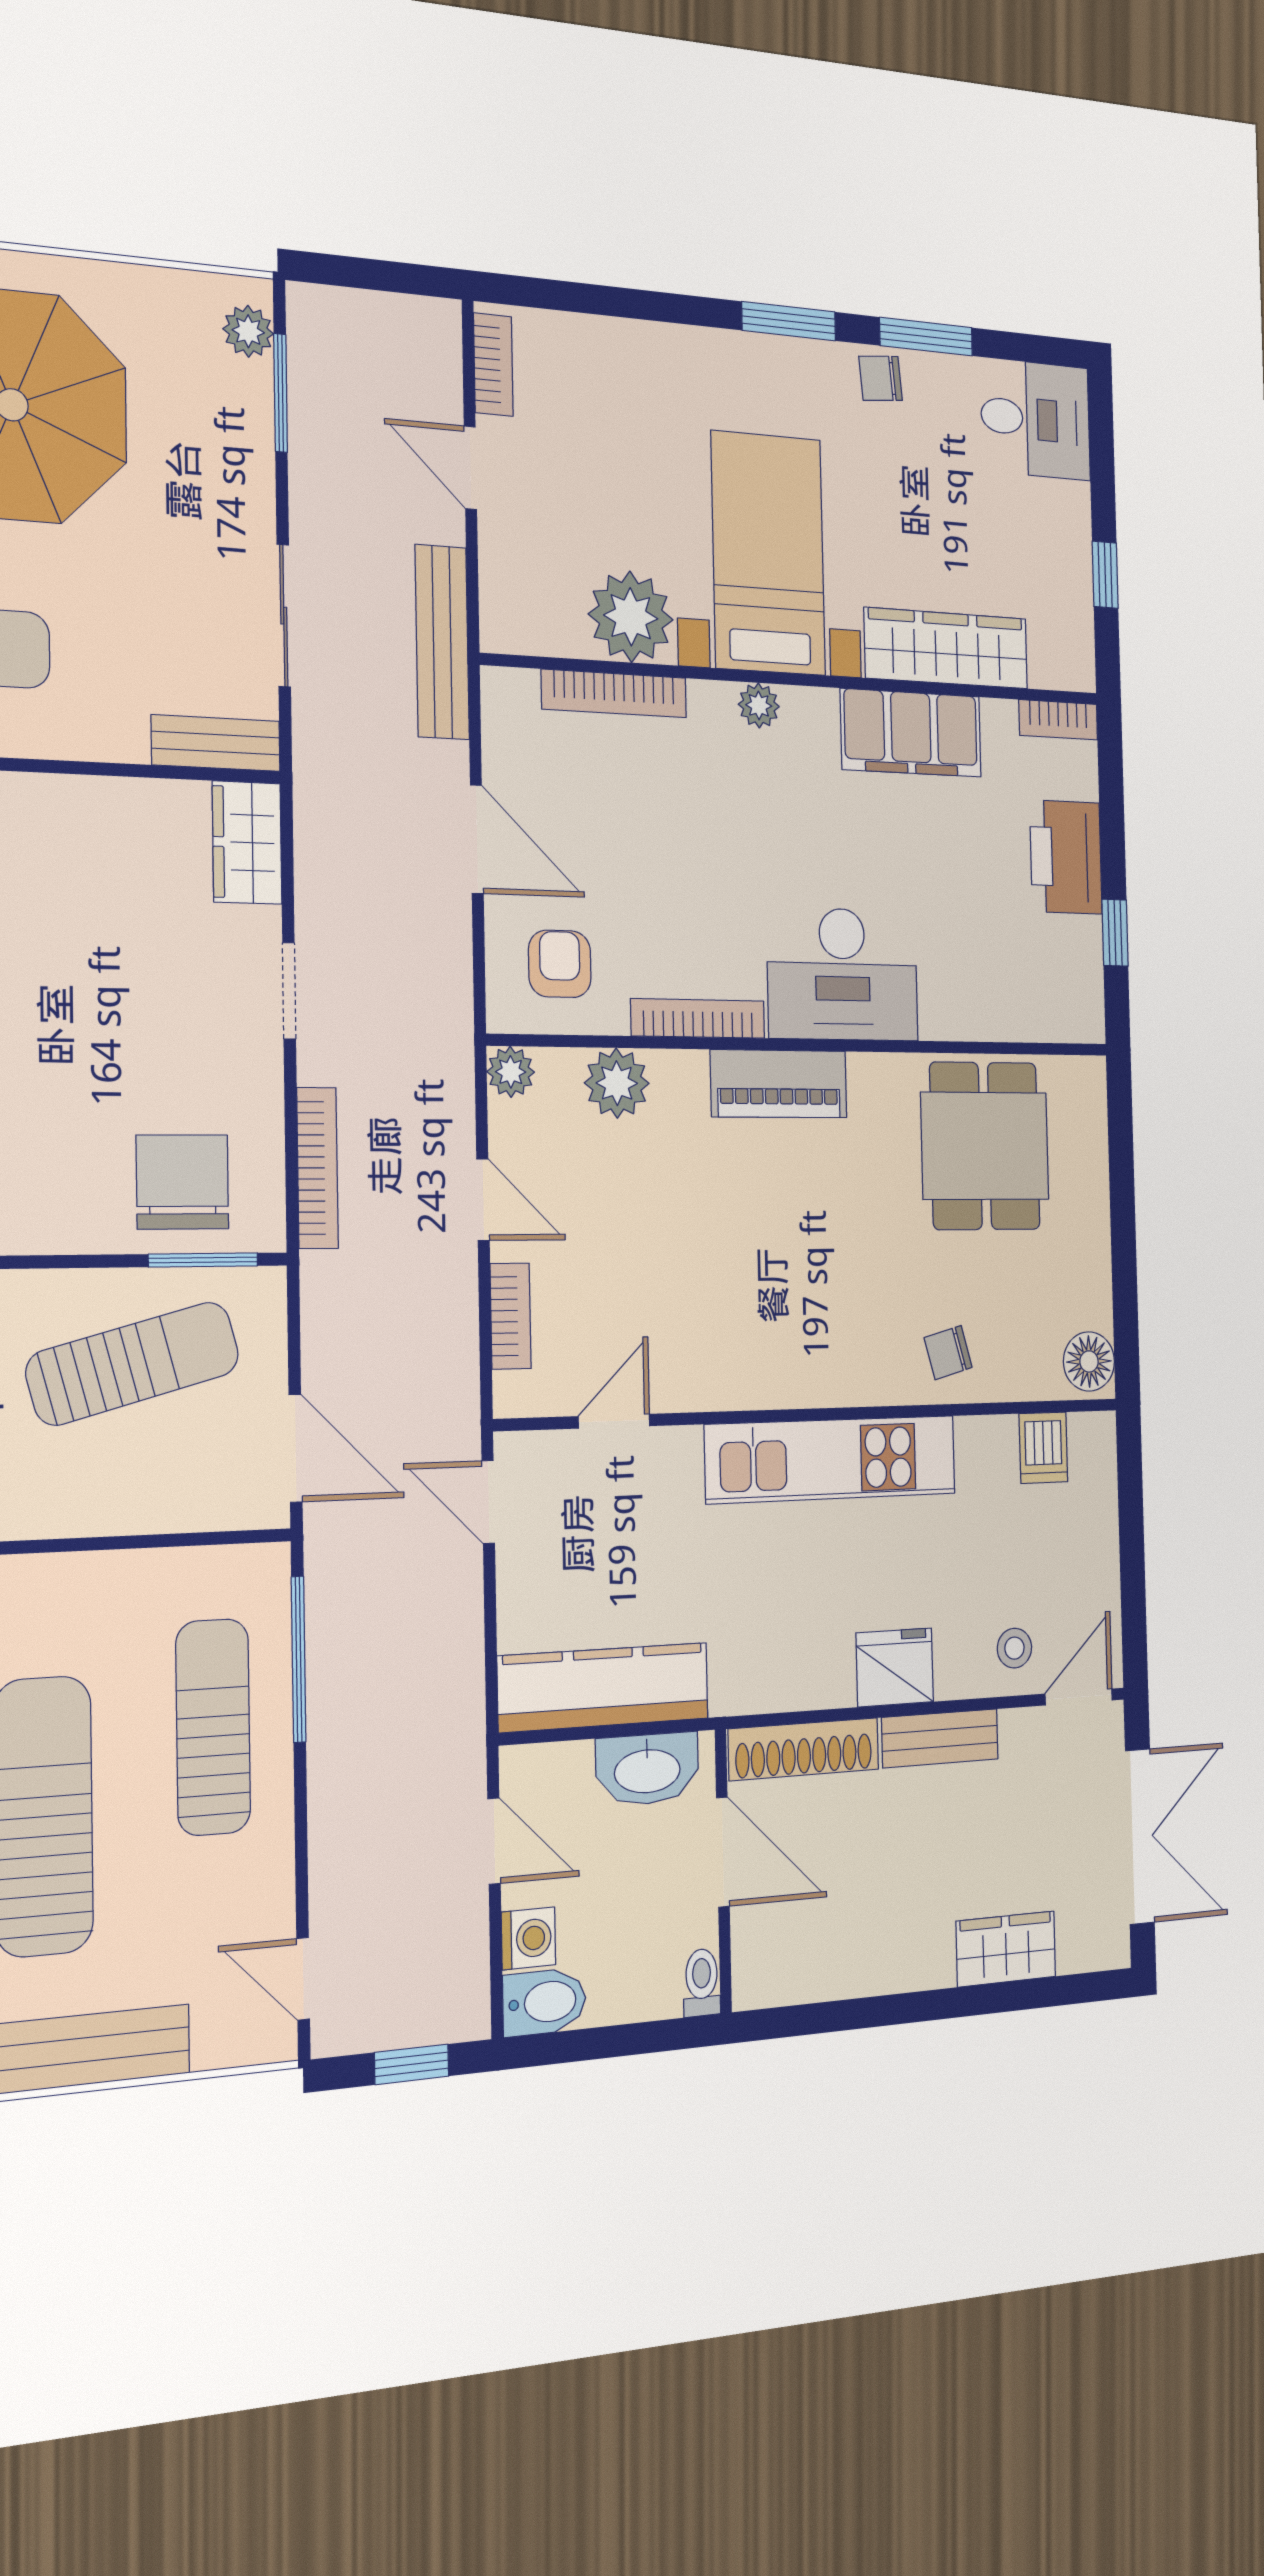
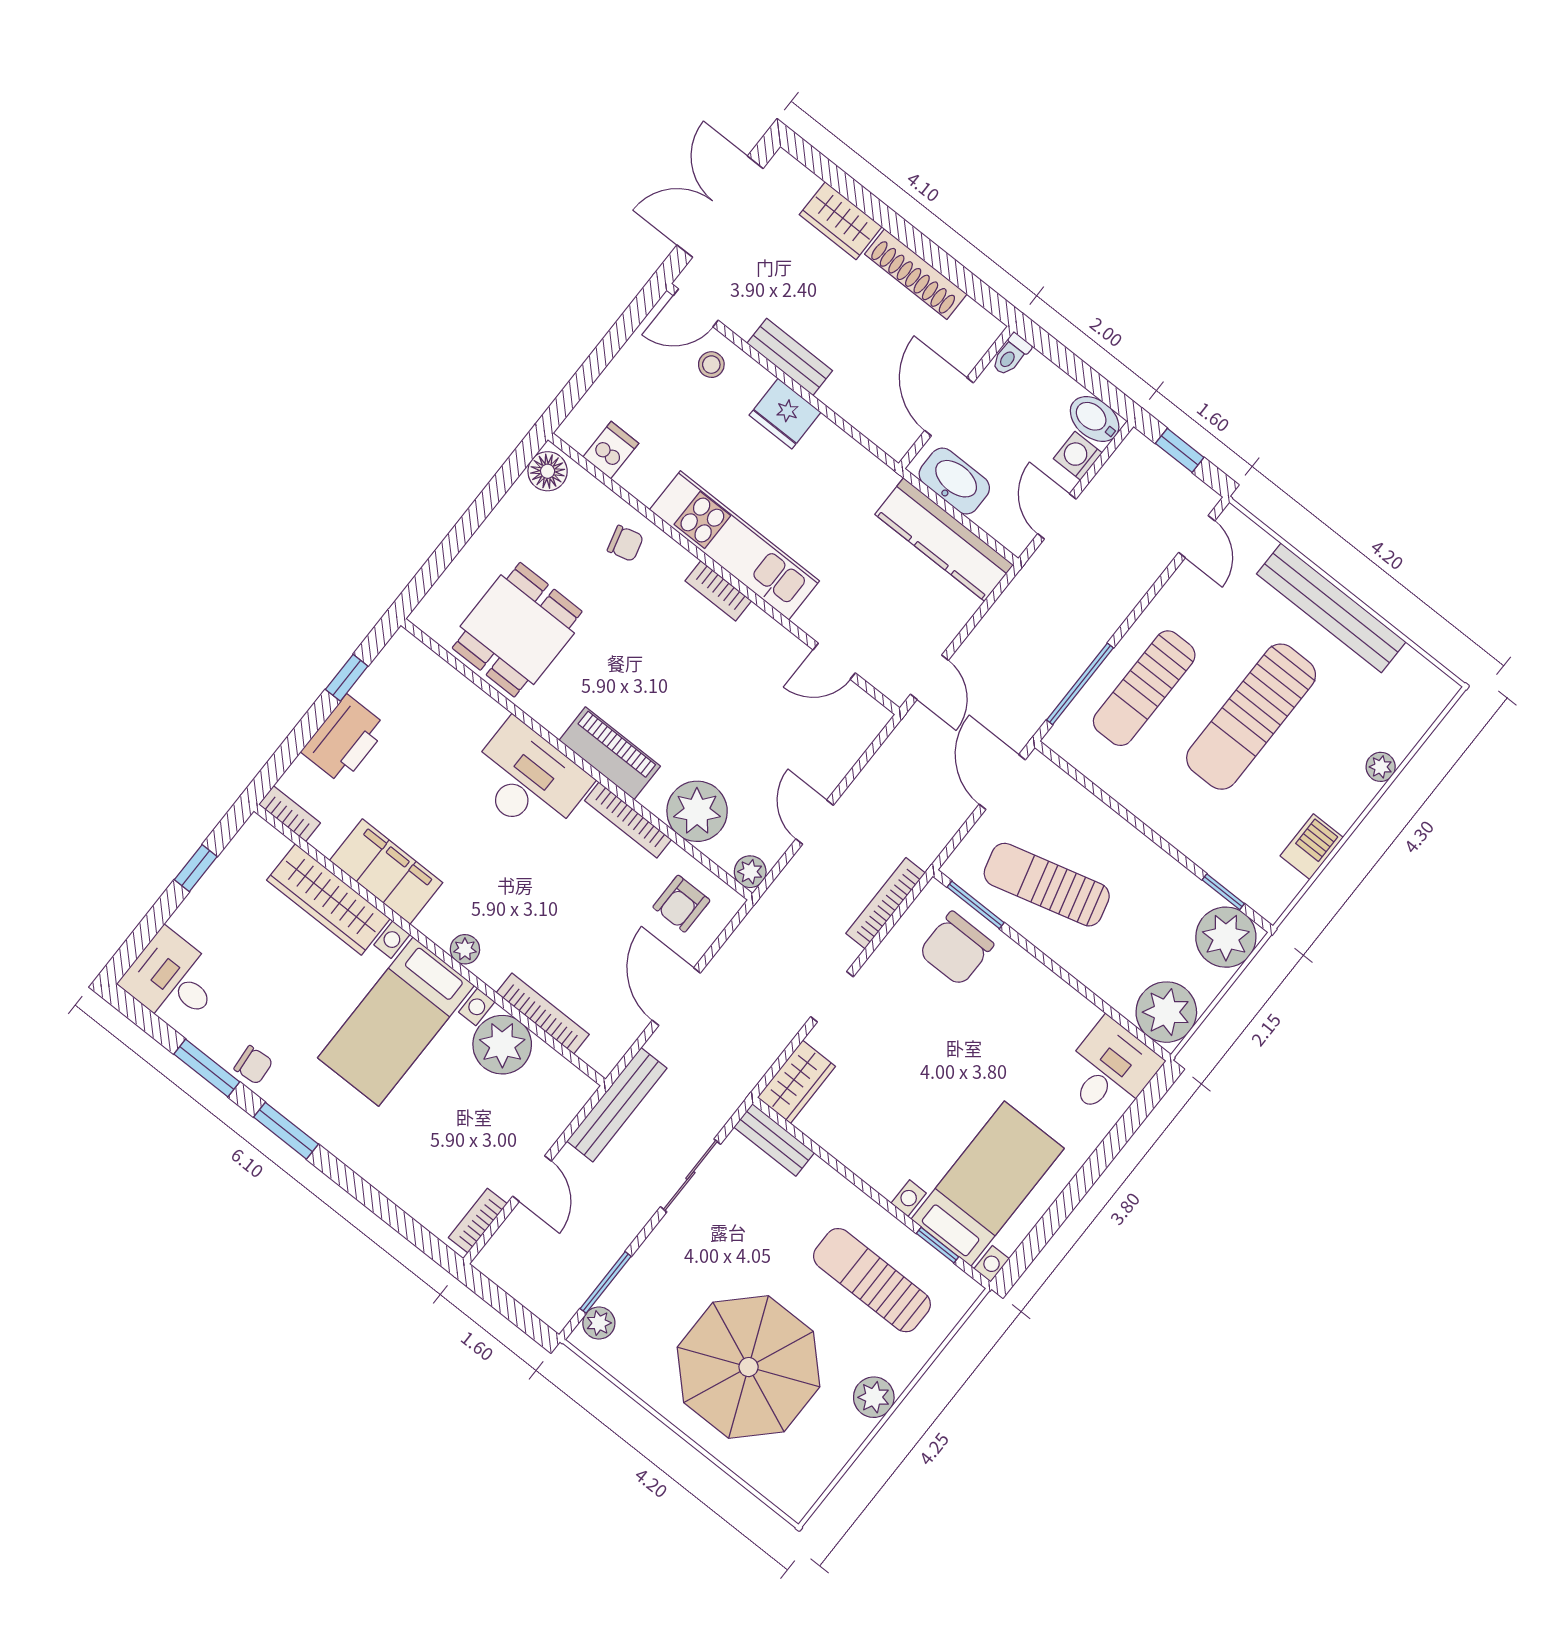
plant: (617, 1083) -> (697, 811), width x1.36, depth x1.36
bookcase: (511, 1316) -> (718, 591), moved, turned -90
shoe rack: (804, 1749) -> (916, 274), moved, turned 180

